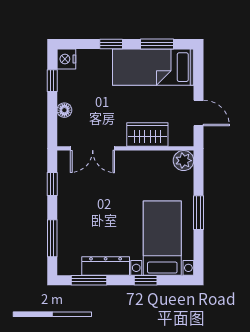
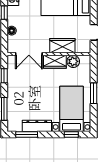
wardrobe: (135, 161) -> (55, 62), added
plant: (184, 161) -> (73, 61), moved
window: (146, 280) -> (71, 135), moved

